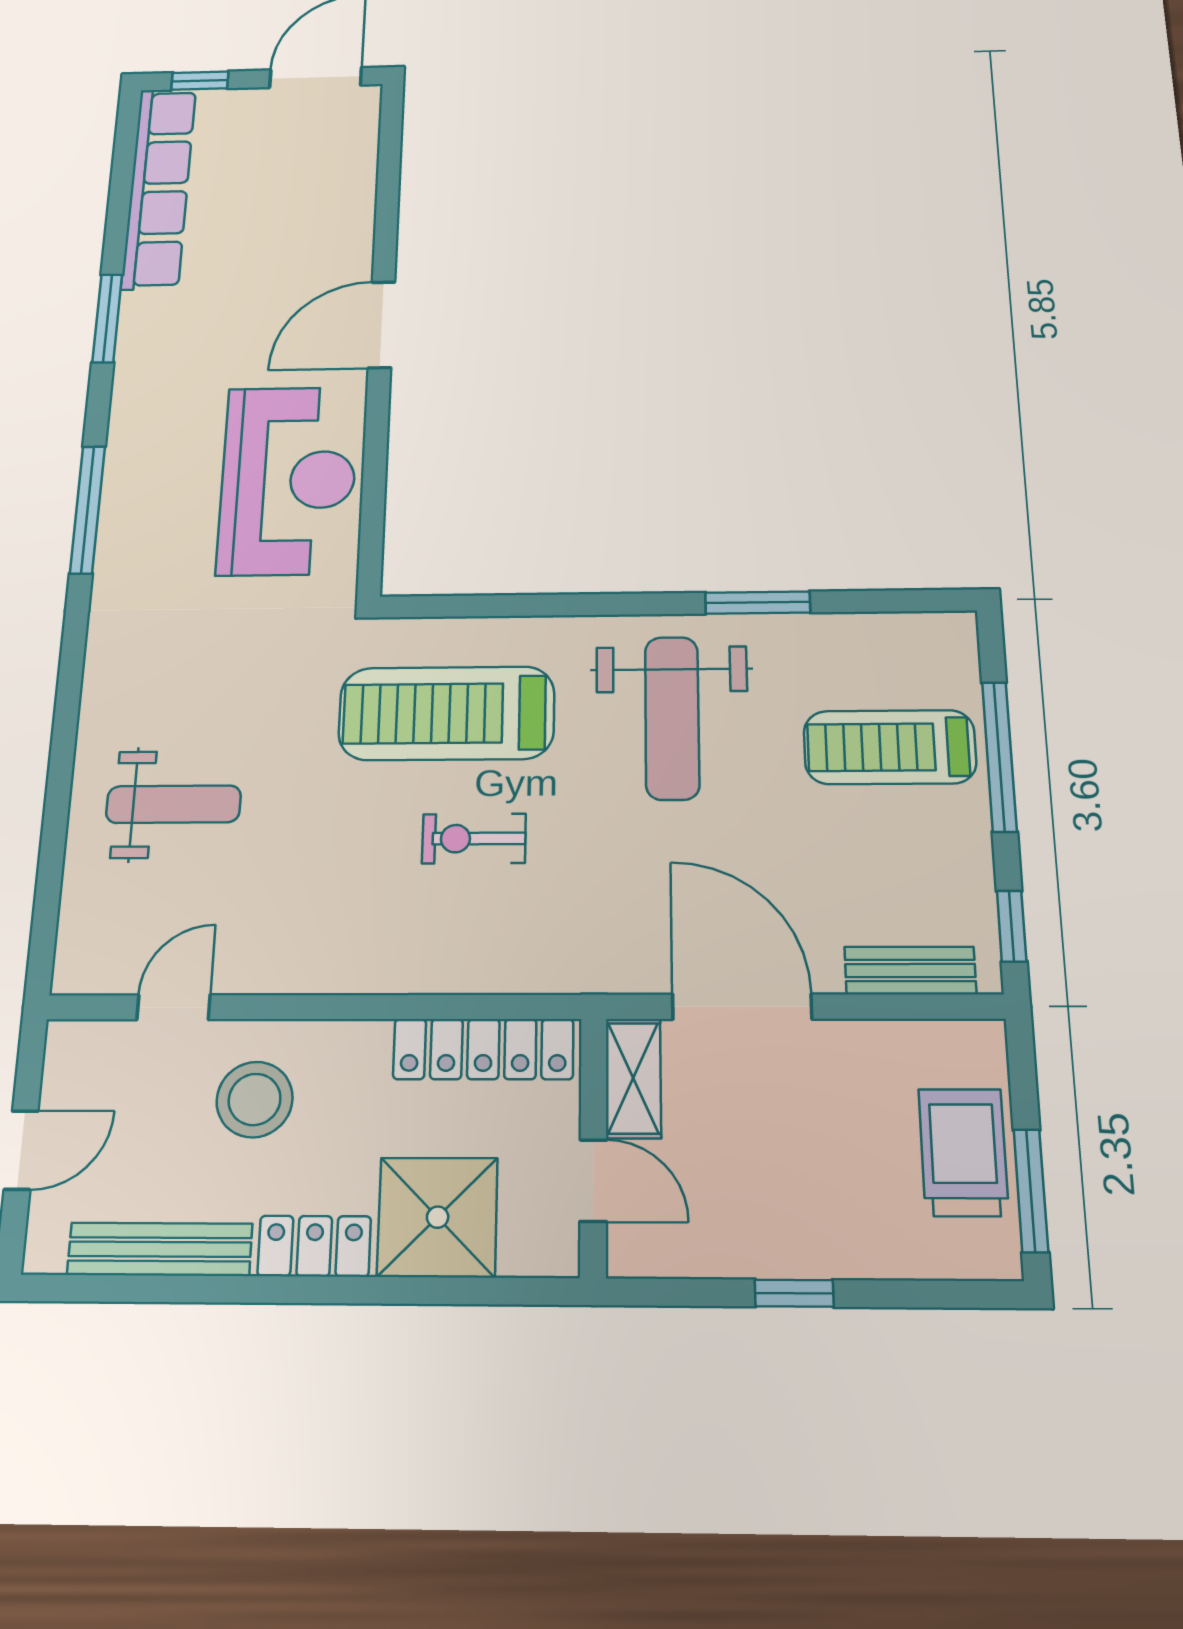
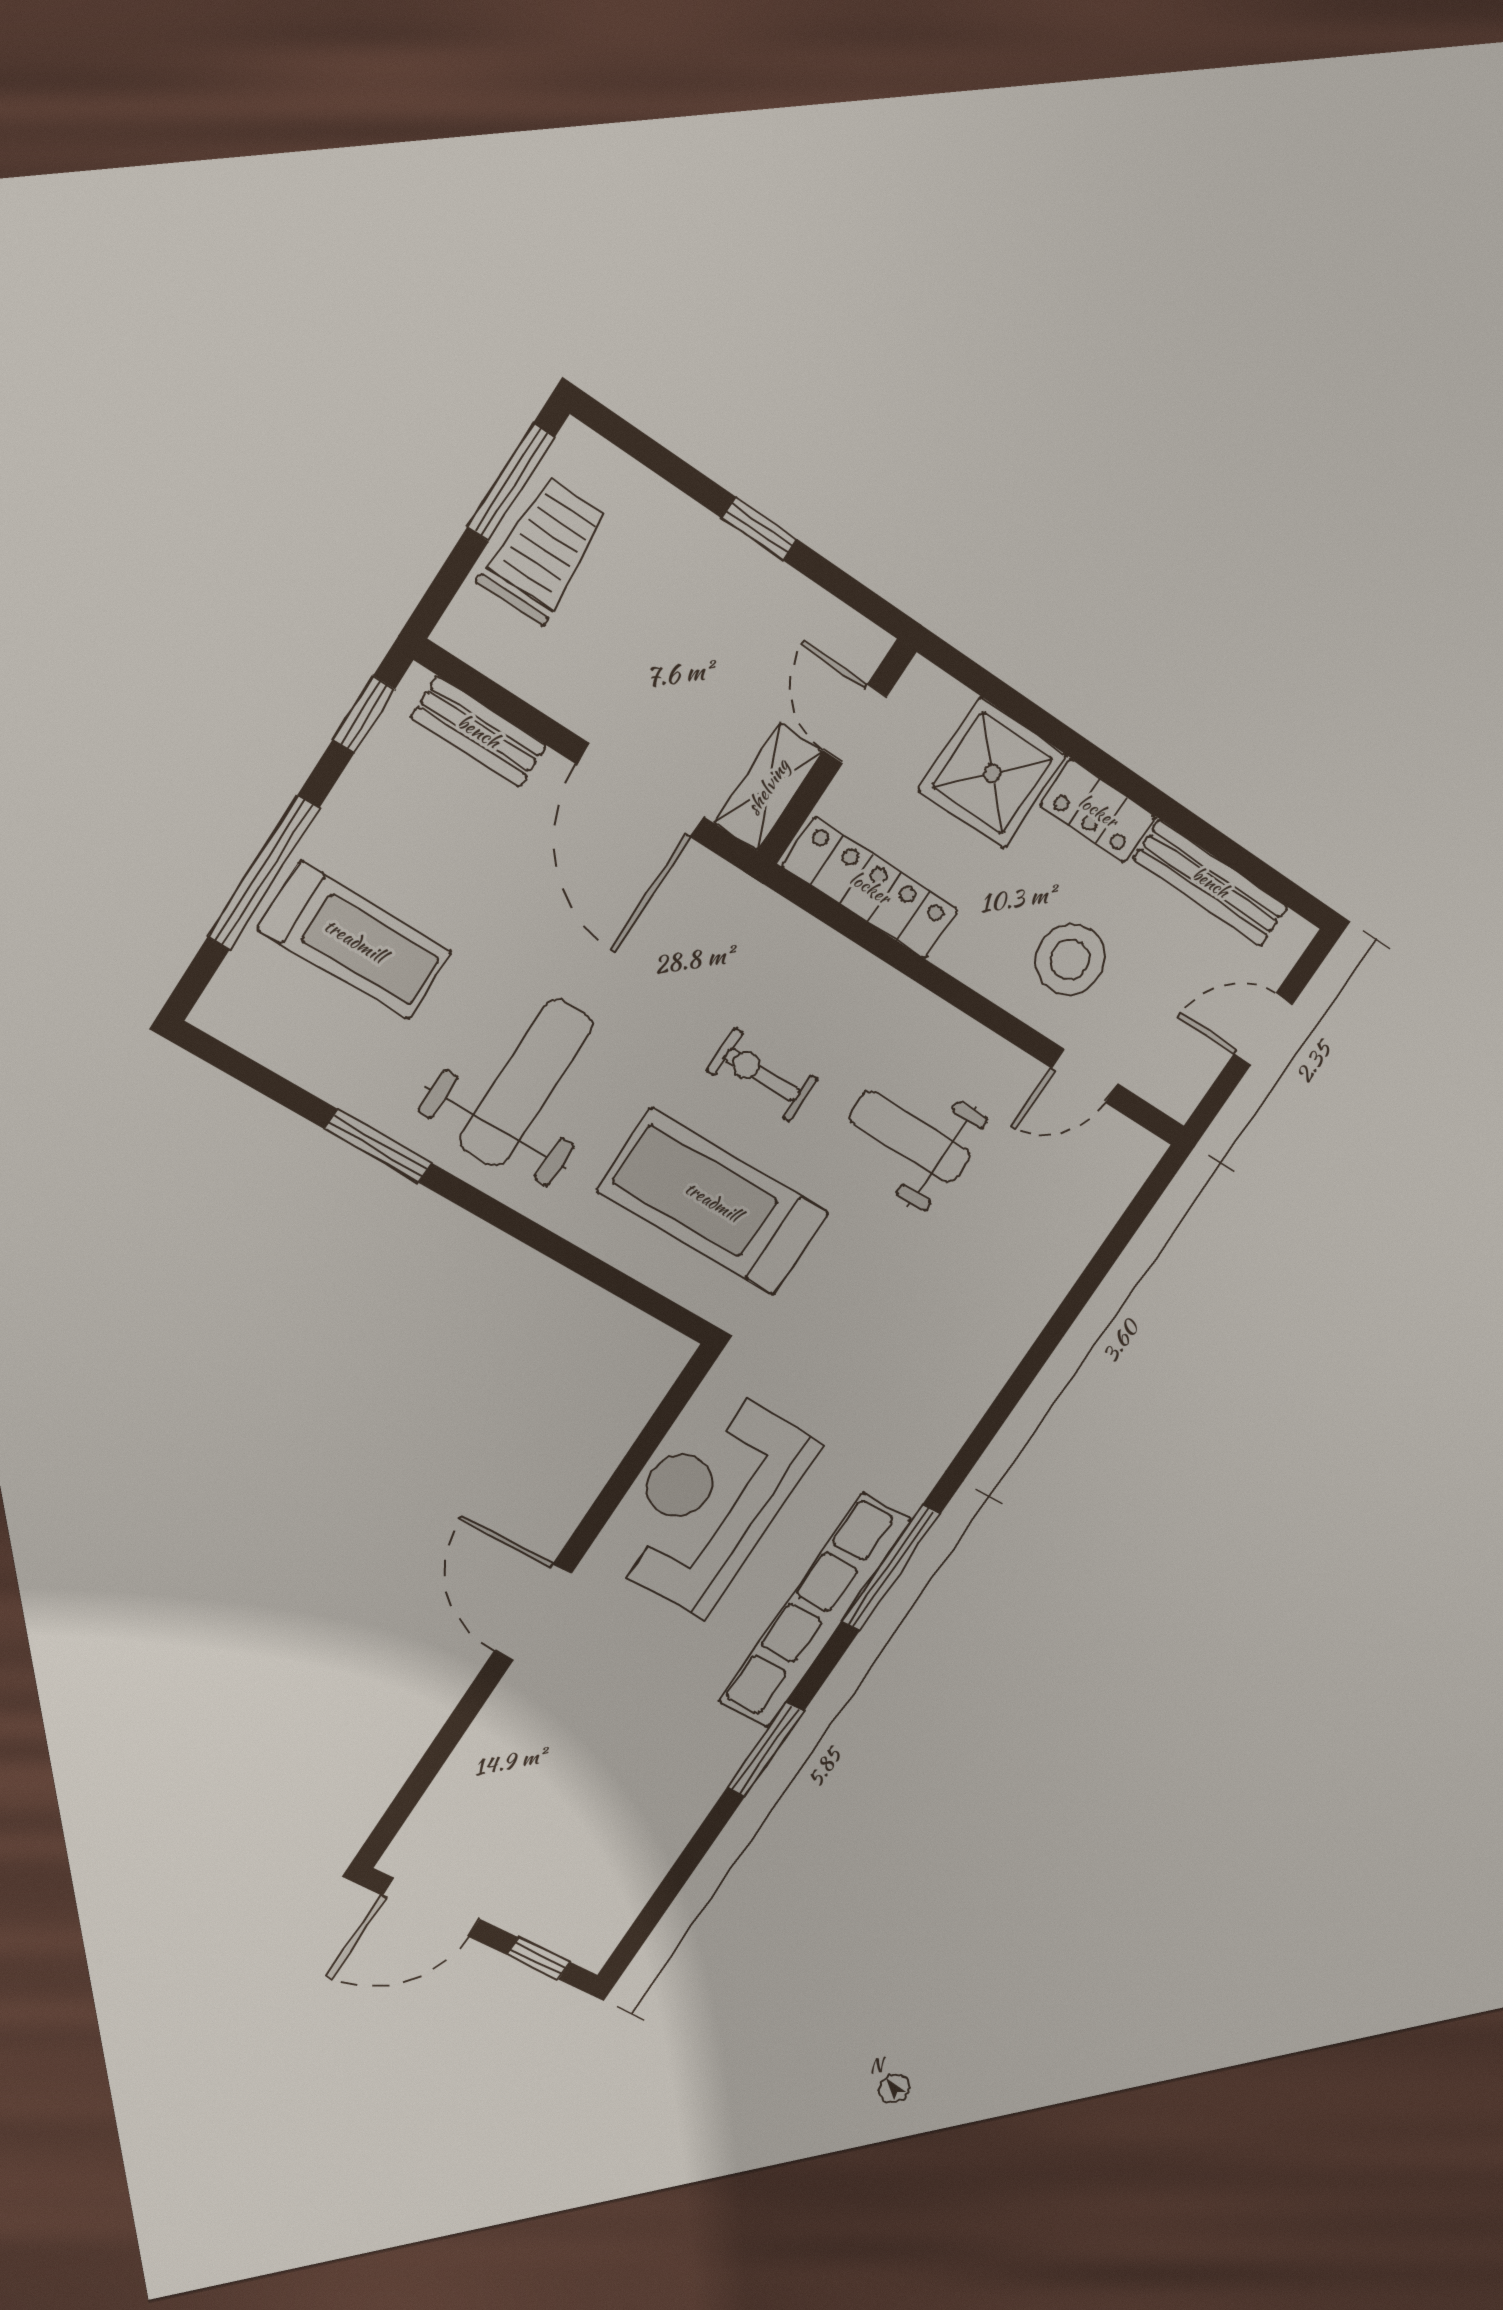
row of seats: (159, 188) -> (815, 1611), moved
door: (381, 325) -> (533, 1612), swing flipped
treadmill: (447, 713) -> (713, 1202), turned 180
weight bench: (173, 804) -> (910, 1137), moved
exercise bike: (474, 839) -> (762, 1075), turned 180
trolley: (963, 1152) -> (544, 551), turned 180

